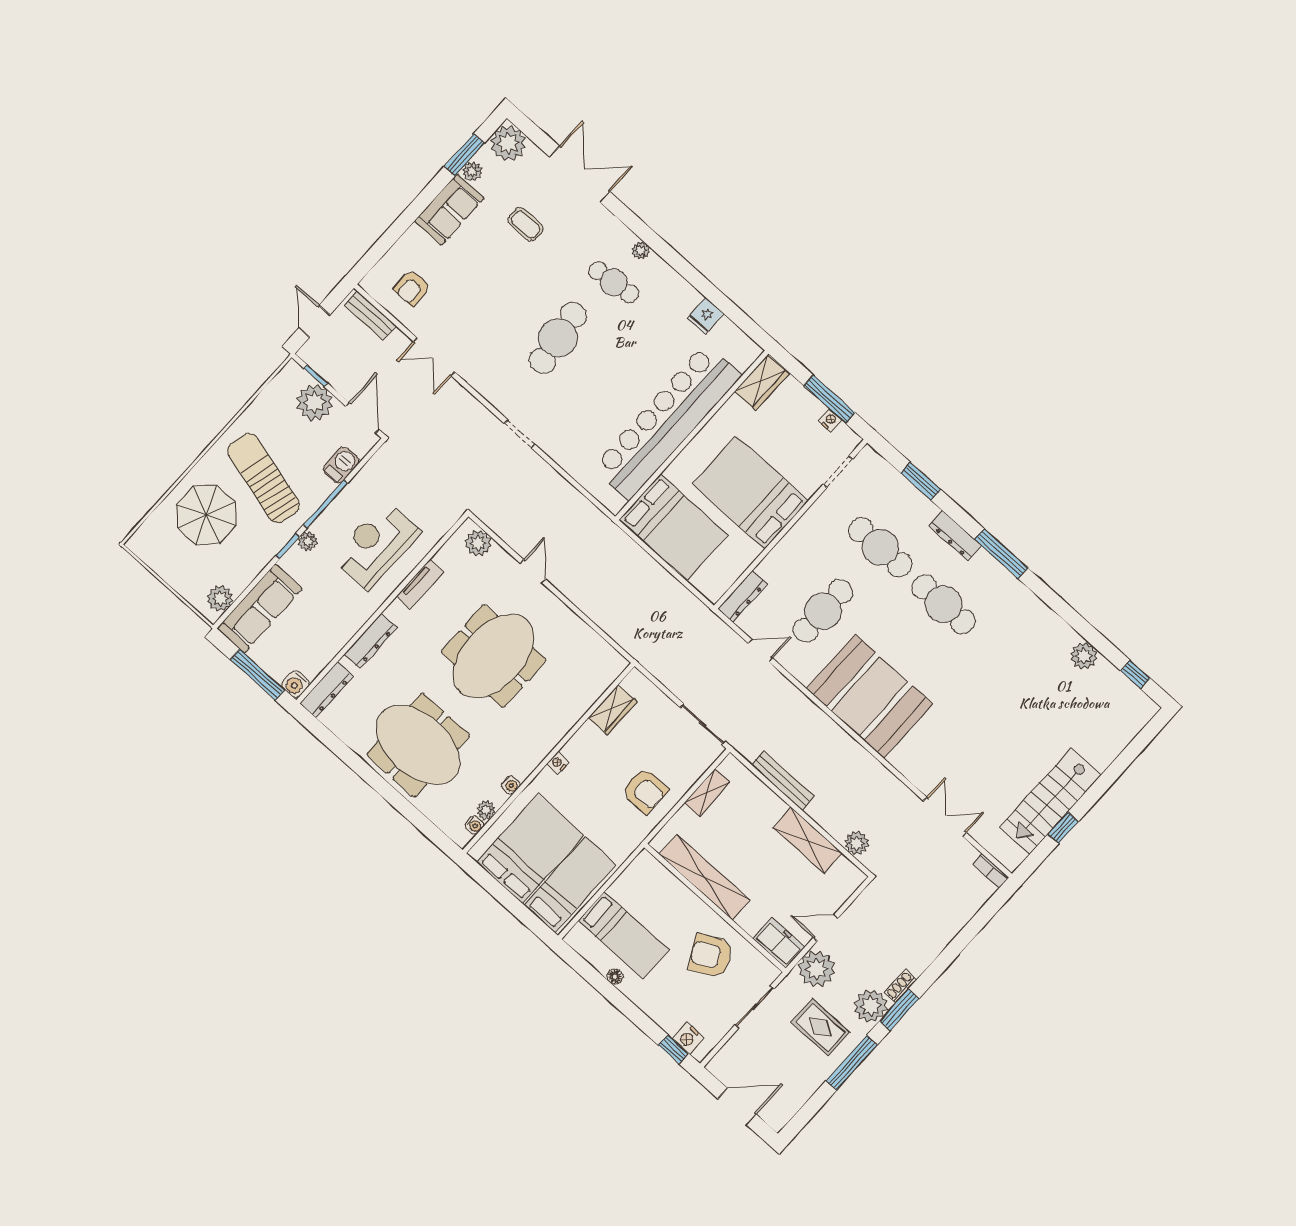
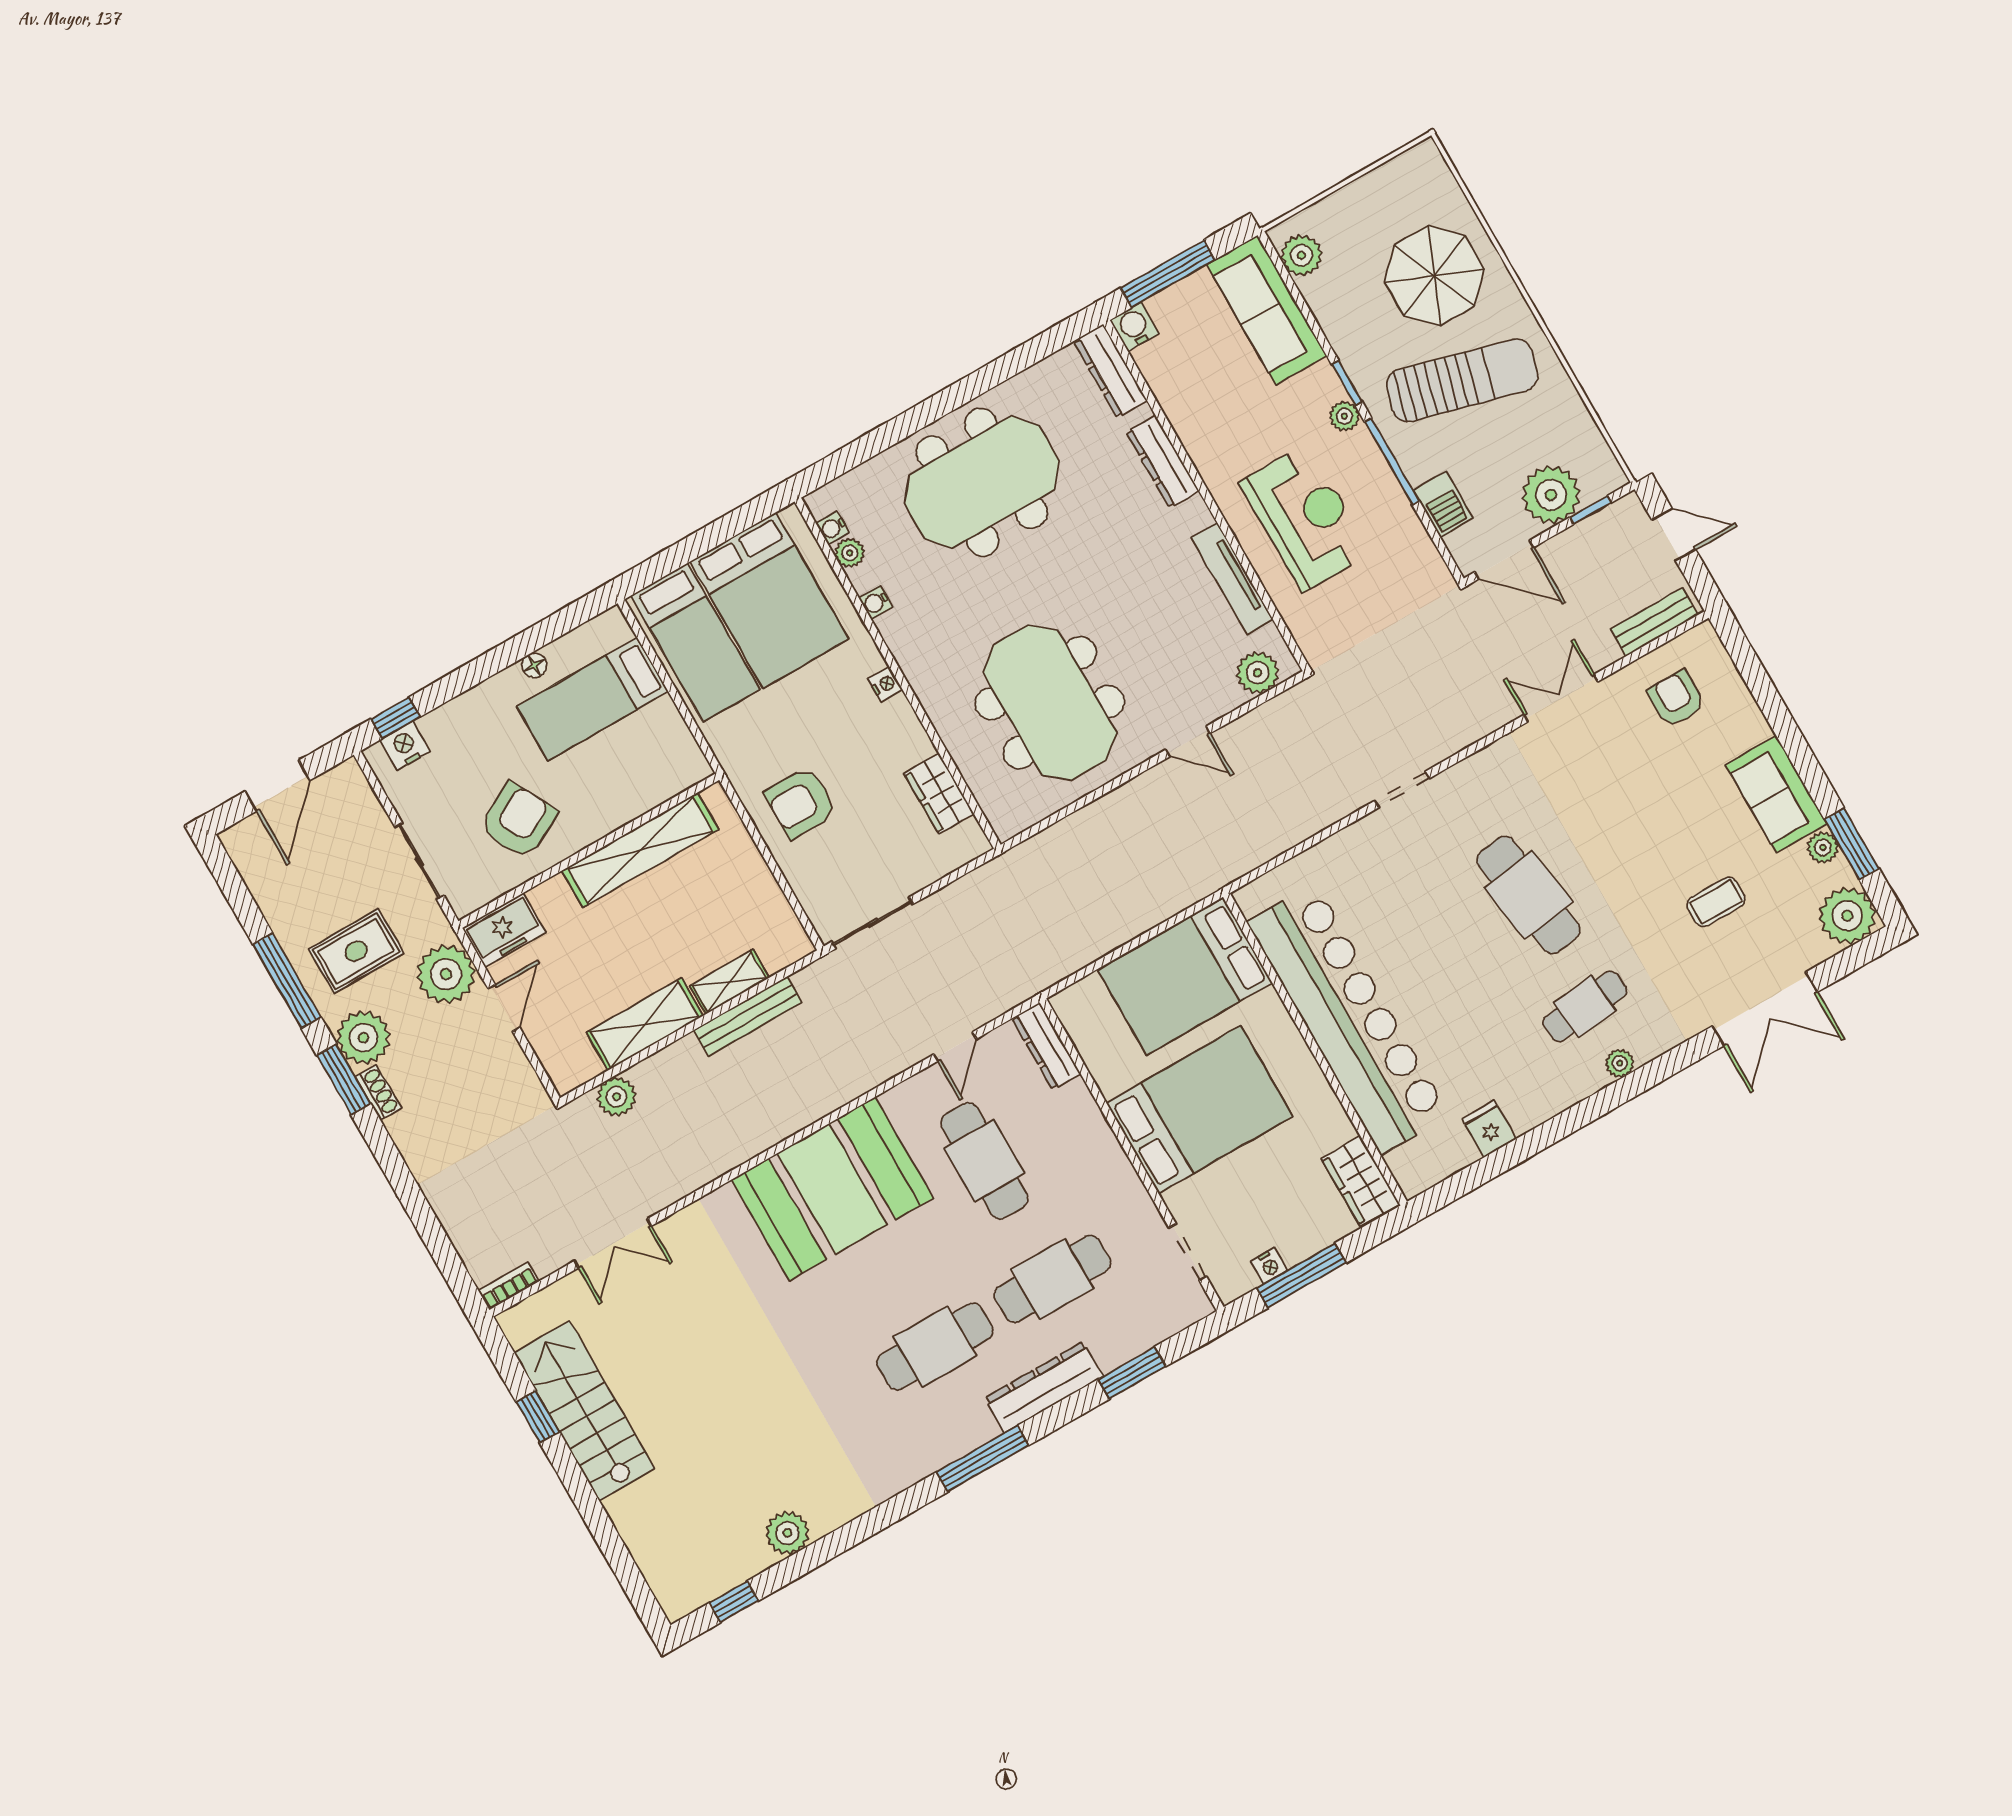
dresser: (955, 536) -> (1044, 1387), width x1.37, depth x1.24
tv unit: (420, 584) -> (1232, 579), width x1.41
meeting table: (494, 656) -> (1050, 703), moved
shelving: (707, 792) -> (730, 982), moved, turned 90

